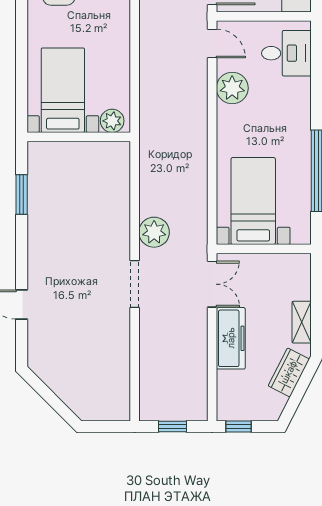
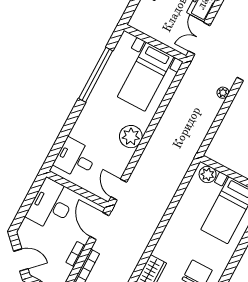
plant: (232, 88) -> (131, 137), moved
plant: (154, 232) -> (223, 93), width x0.53, depth x0.53

